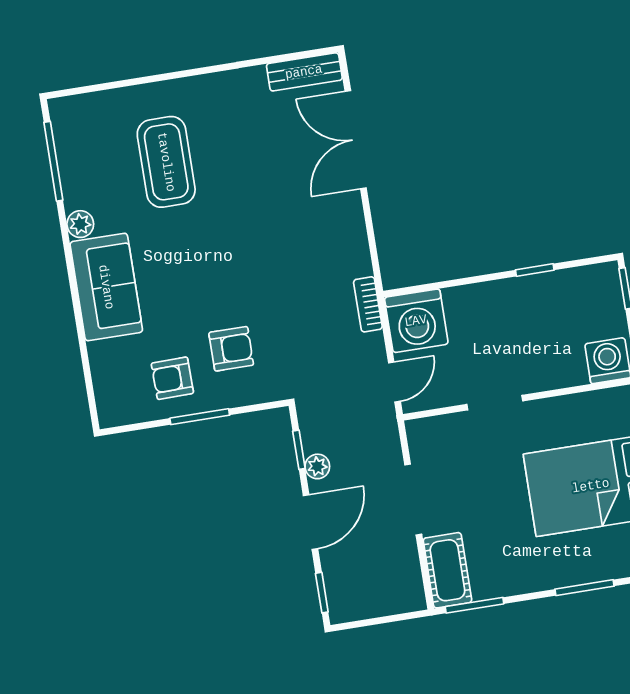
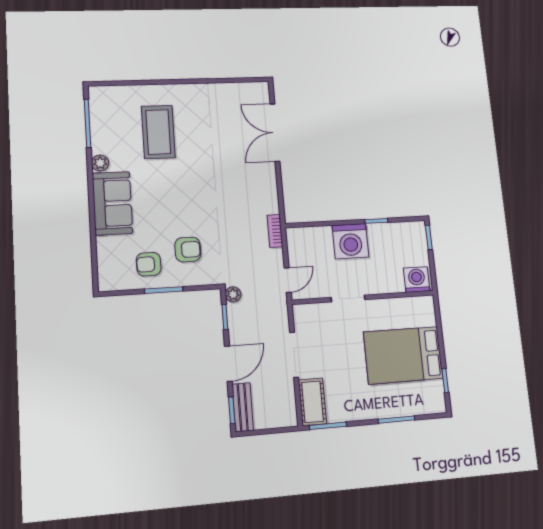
bench: (304, 72) -> (243, 407), moved, turned 90
washing machine: (416, 321) -> (350, 241), moved
plant: (317, 466) -> (233, 294), moved

